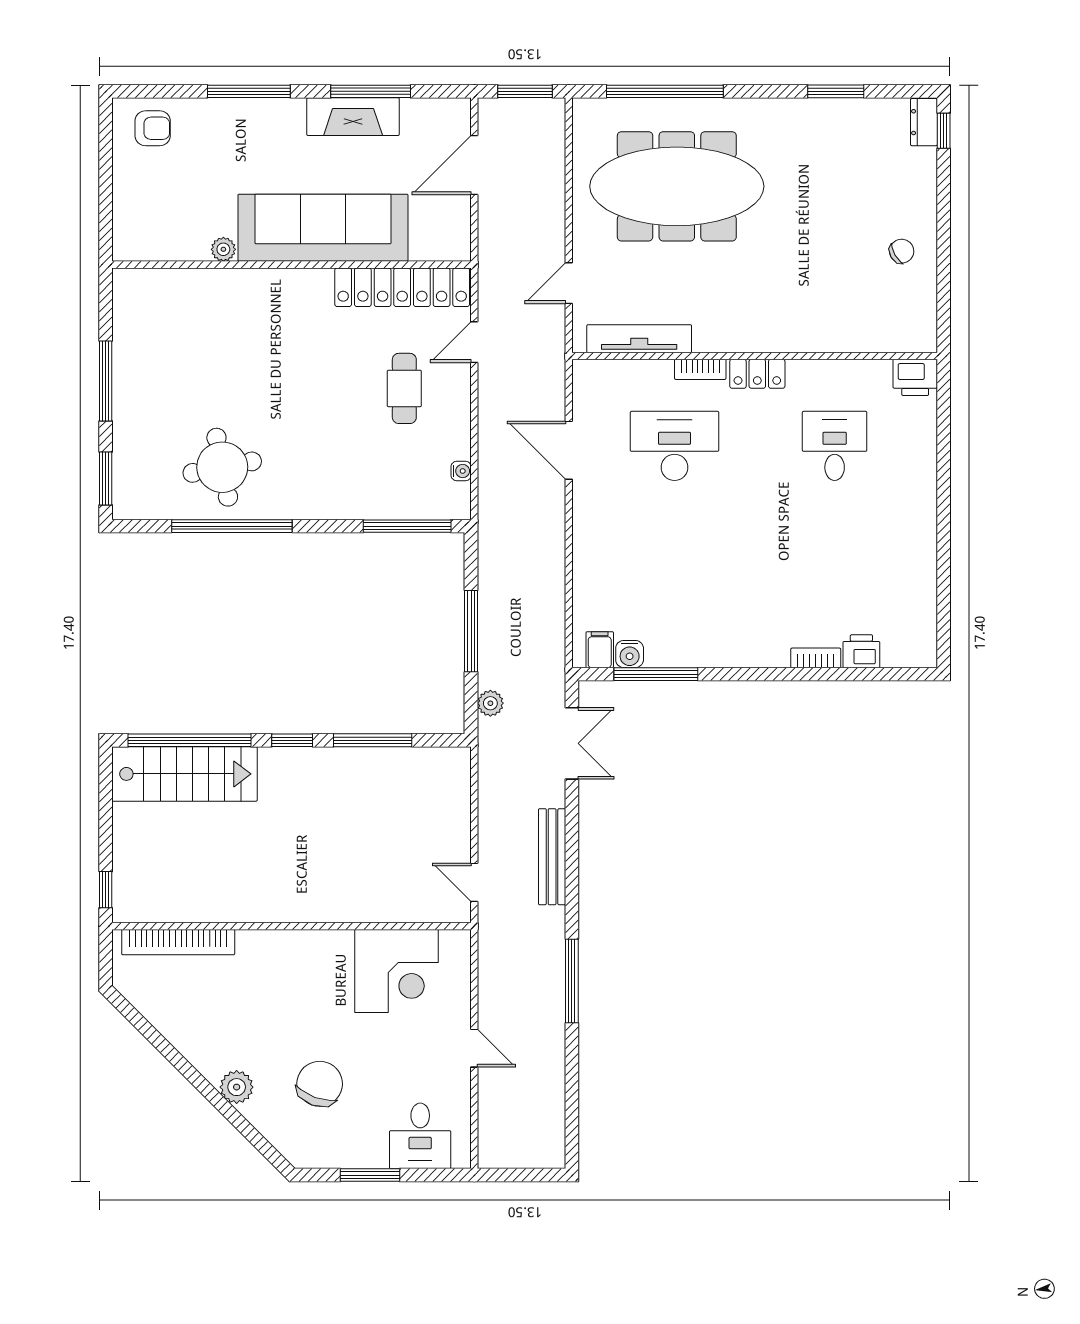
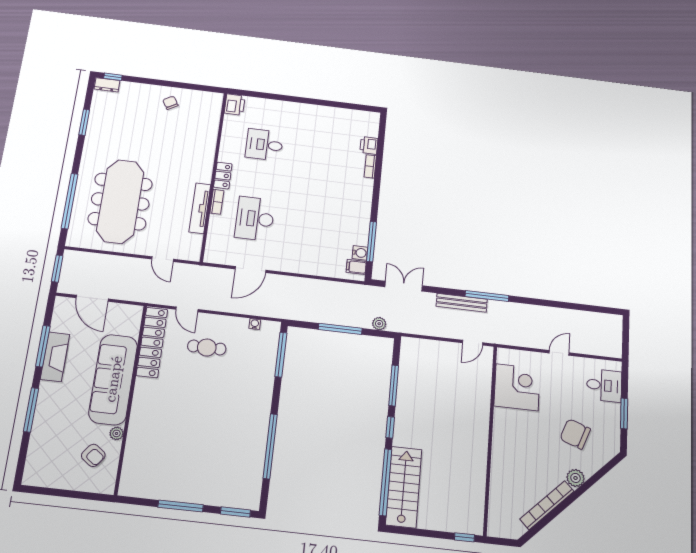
armchair: (153, 128) -> (93, 455), moved, turned 127
tv unit: (639, 339) -> (200, 208), moved
round table: (222, 467) -> (237, 448), removed
bookcase: (178, 942) -> (547, 505), moved, turned -135
window: (572, 981) -> (487, 296), moved

